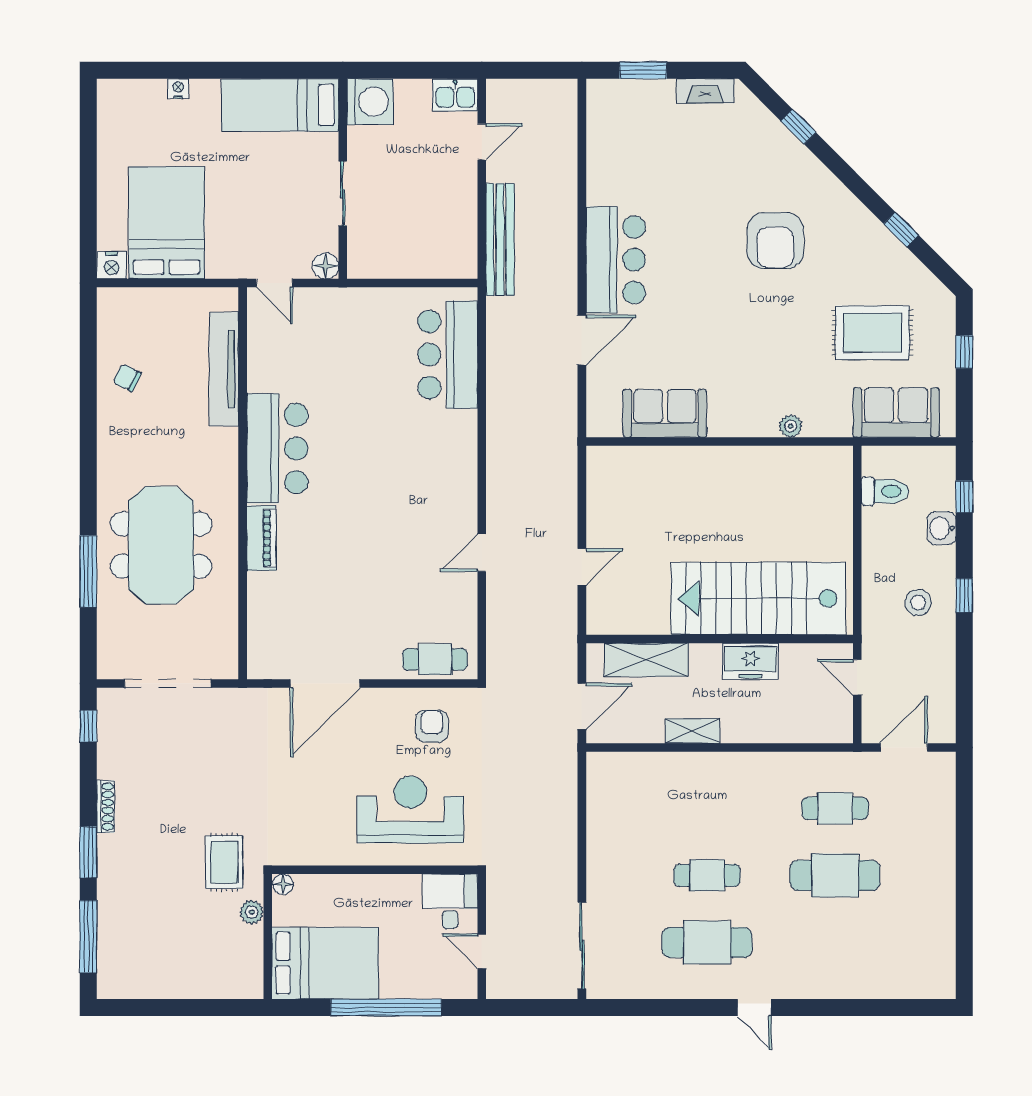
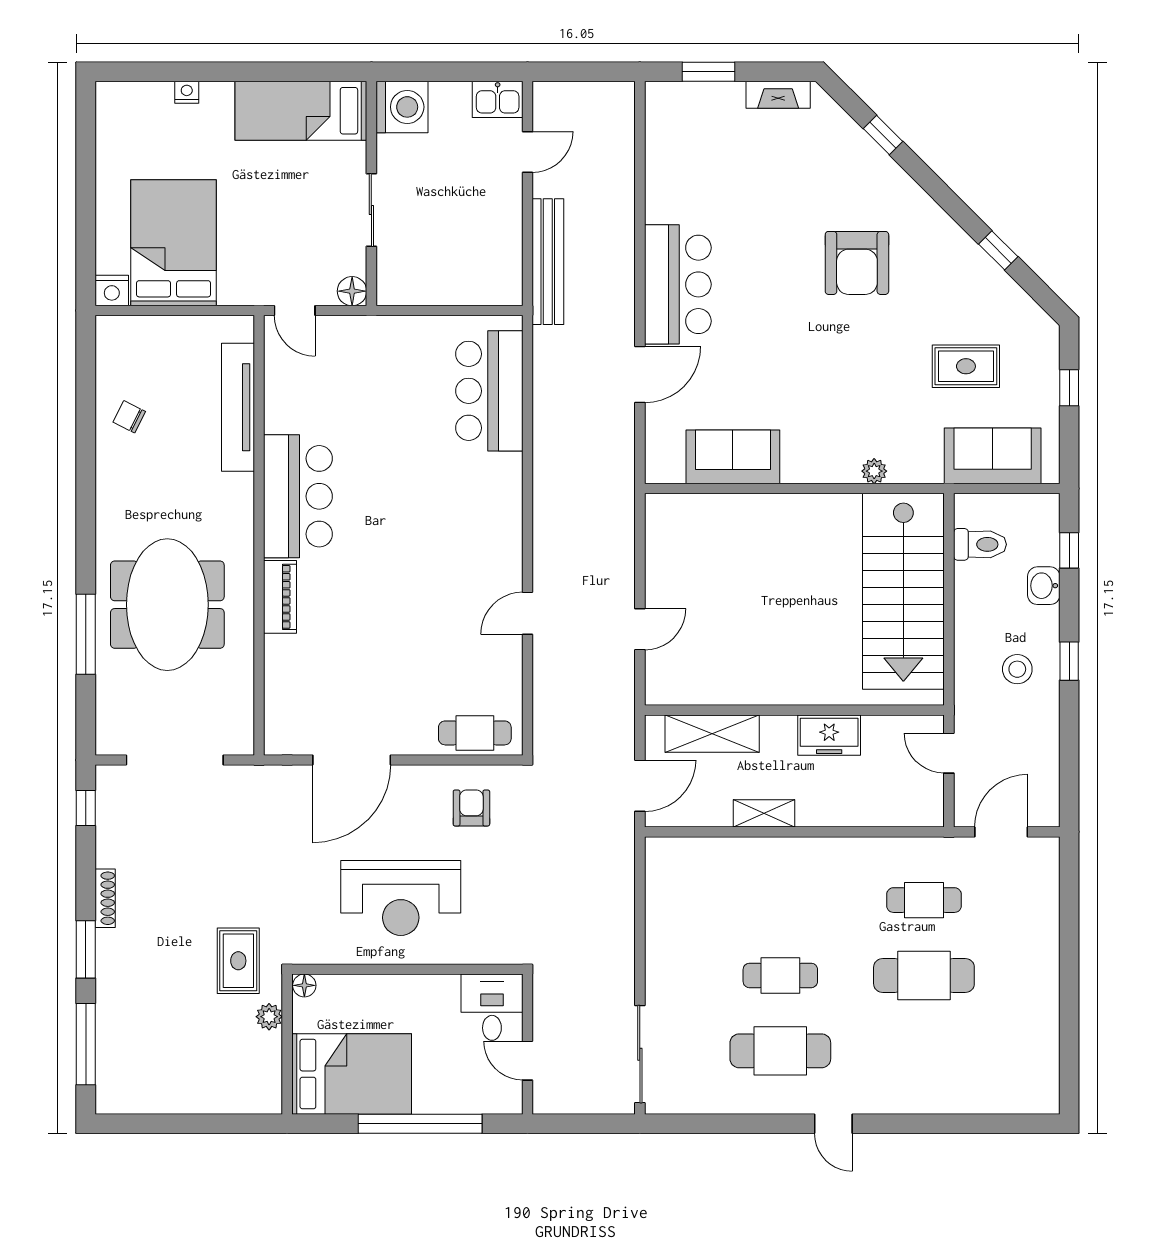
rug: (872, 333) -> (966, 366), width x0.73, depth x0.70
stairs: (758, 598) -> (903, 591), moved, turned -90
reception desk: (410, 810) -> (401, 898), moved, turned 180

